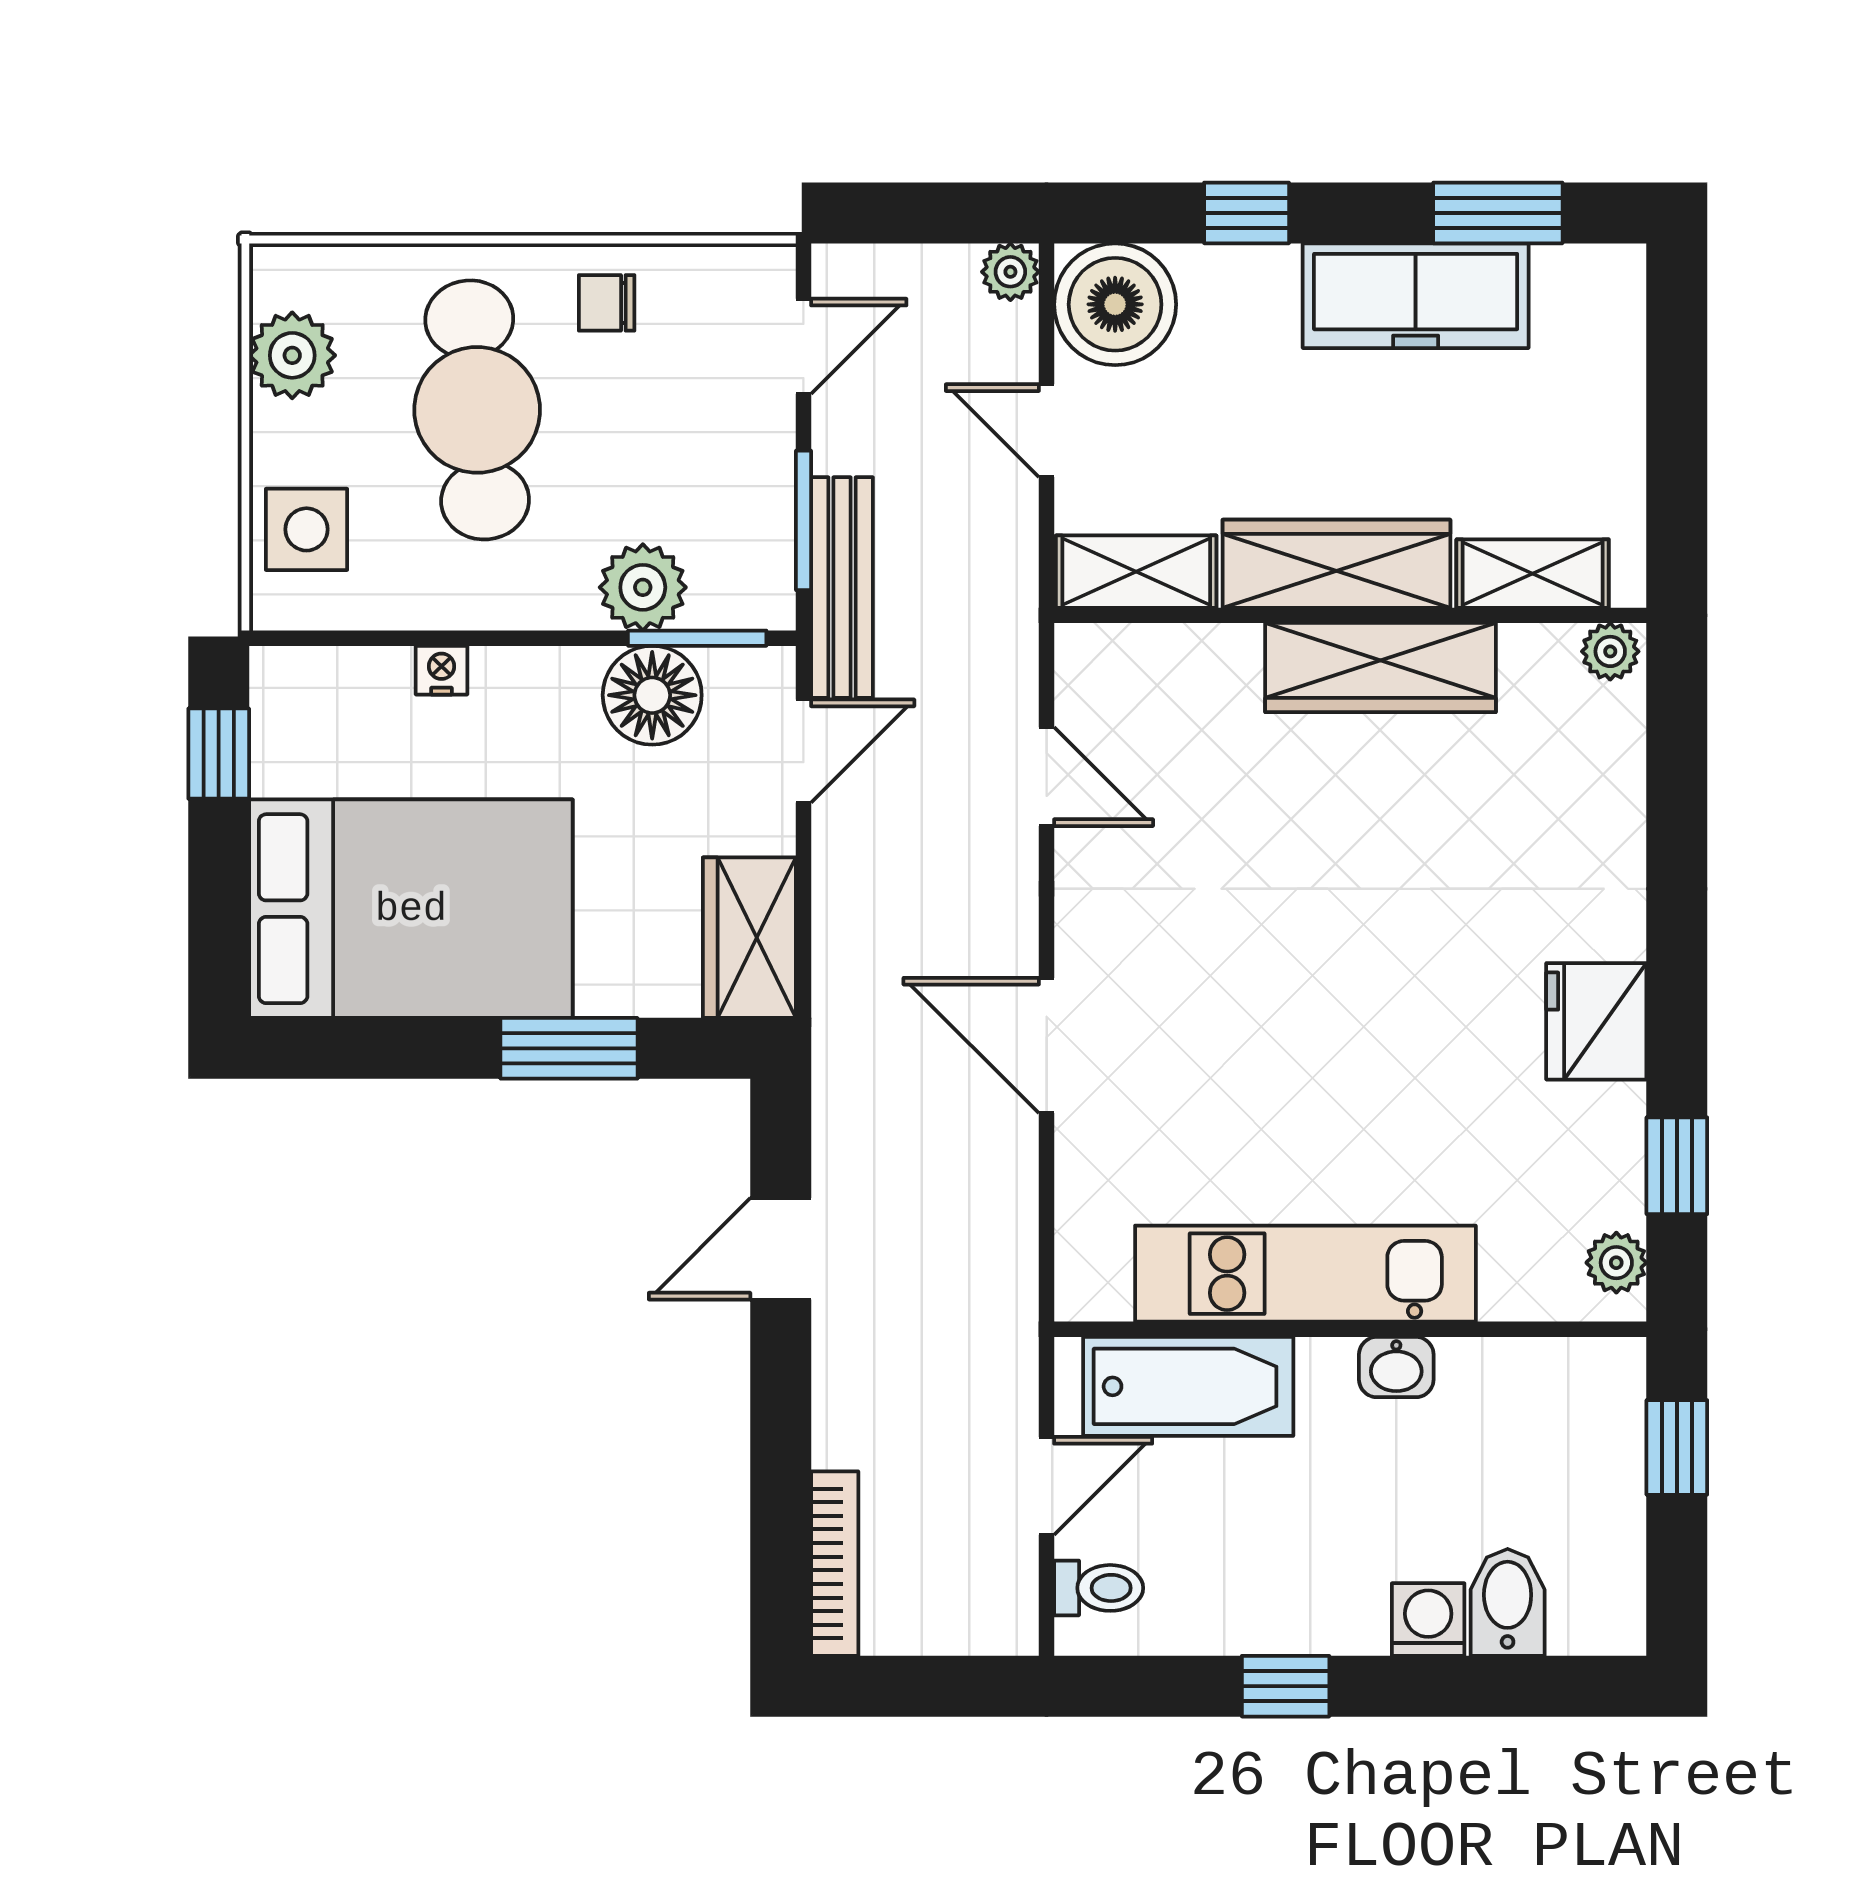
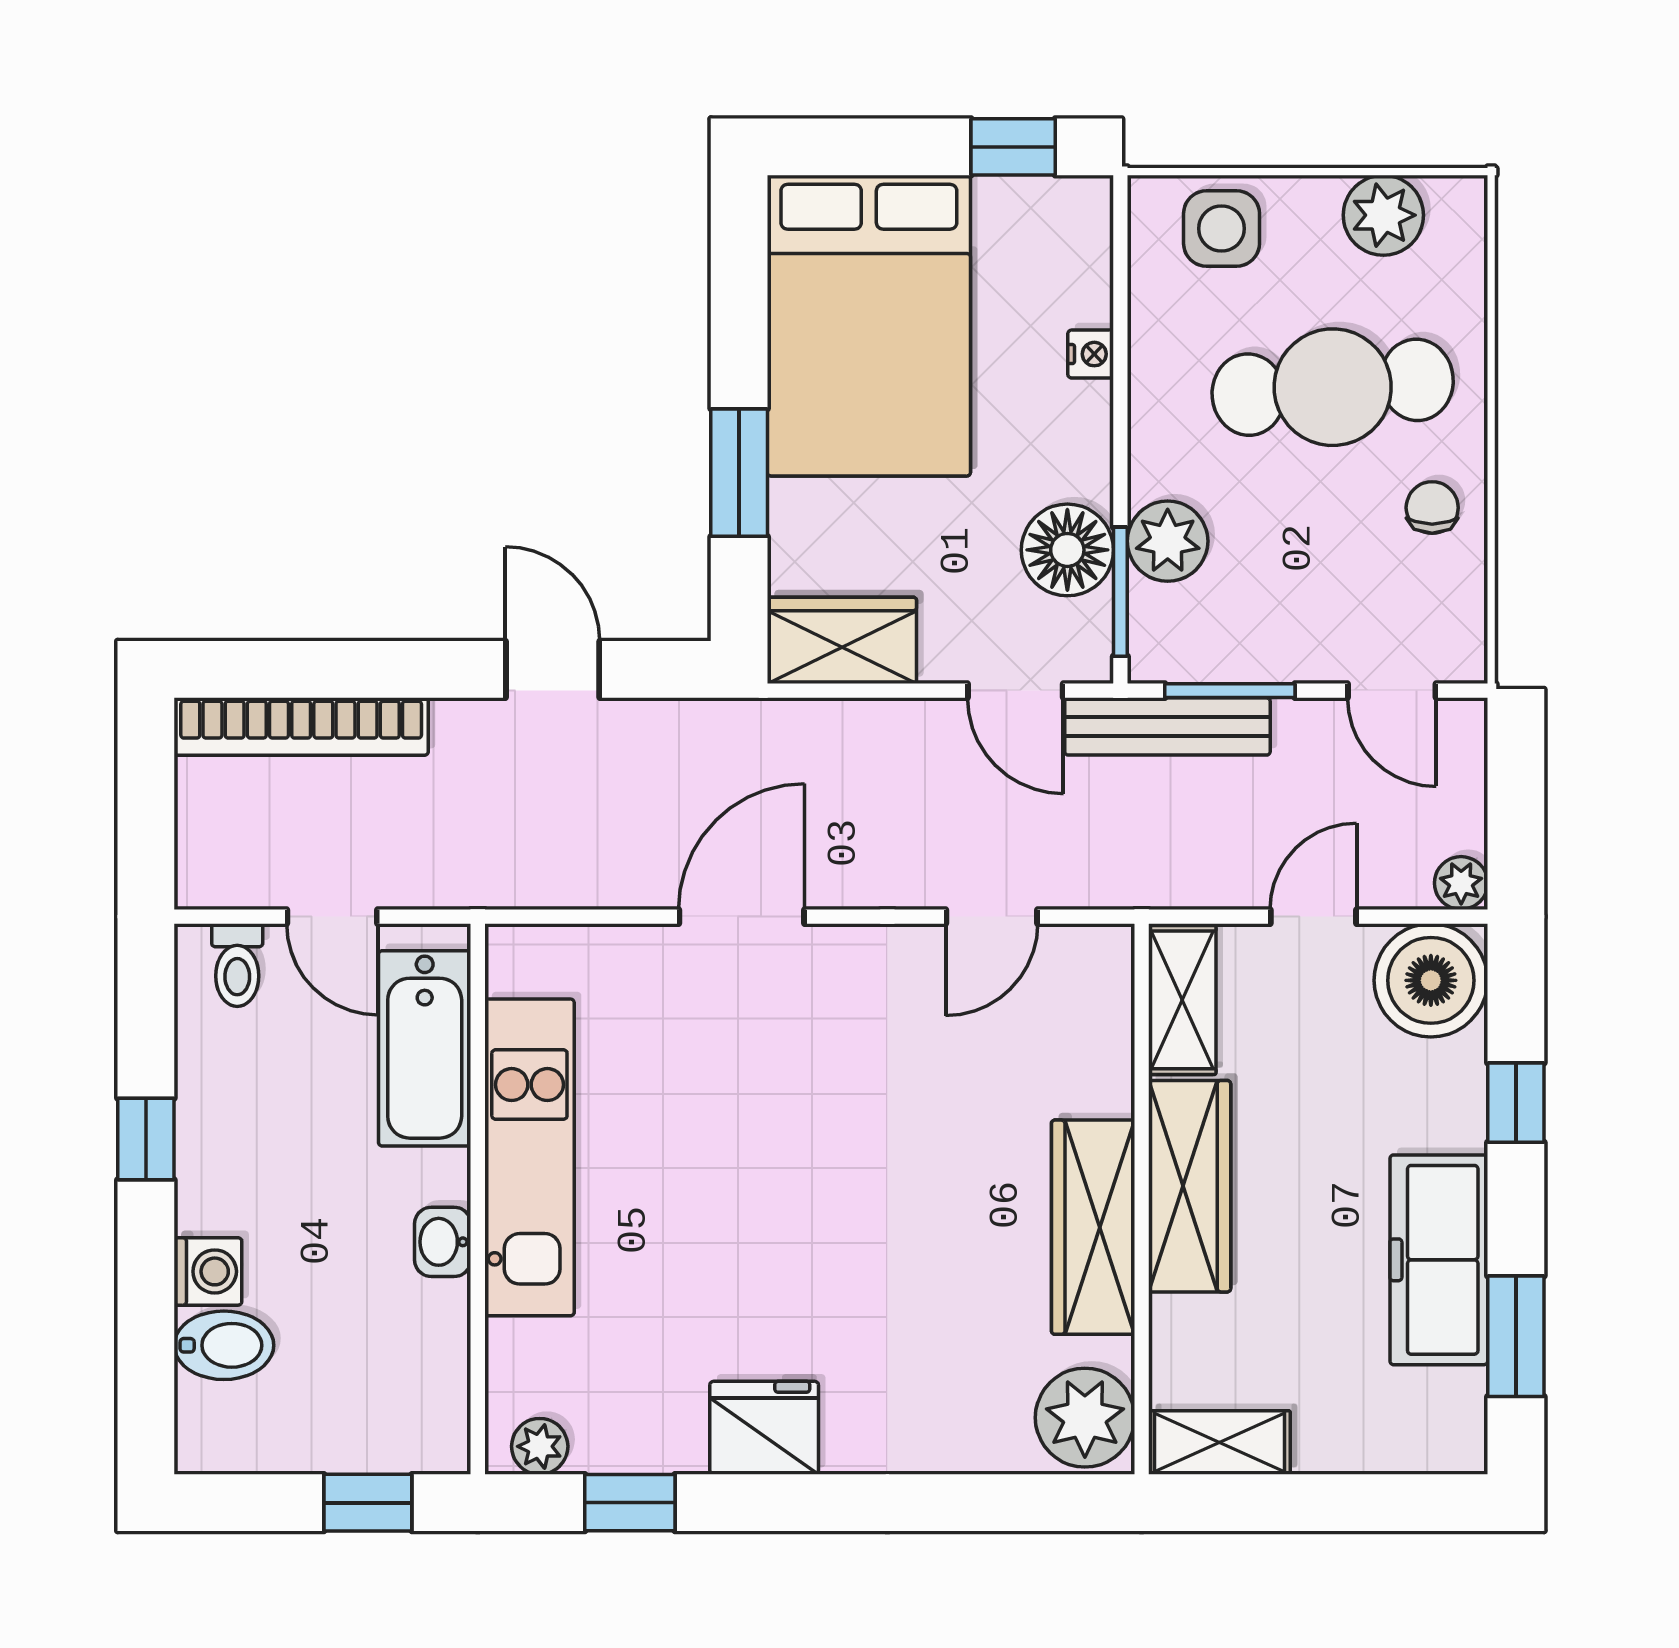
shelving: (1533, 574) -> (1219, 1443), moved, turned 90
plant: (1610, 651) -> (1085, 1418), width x1.88, depth x1.88
bookcase: (835, 1564) -> (301, 727), width x1.48, depth x1.31

